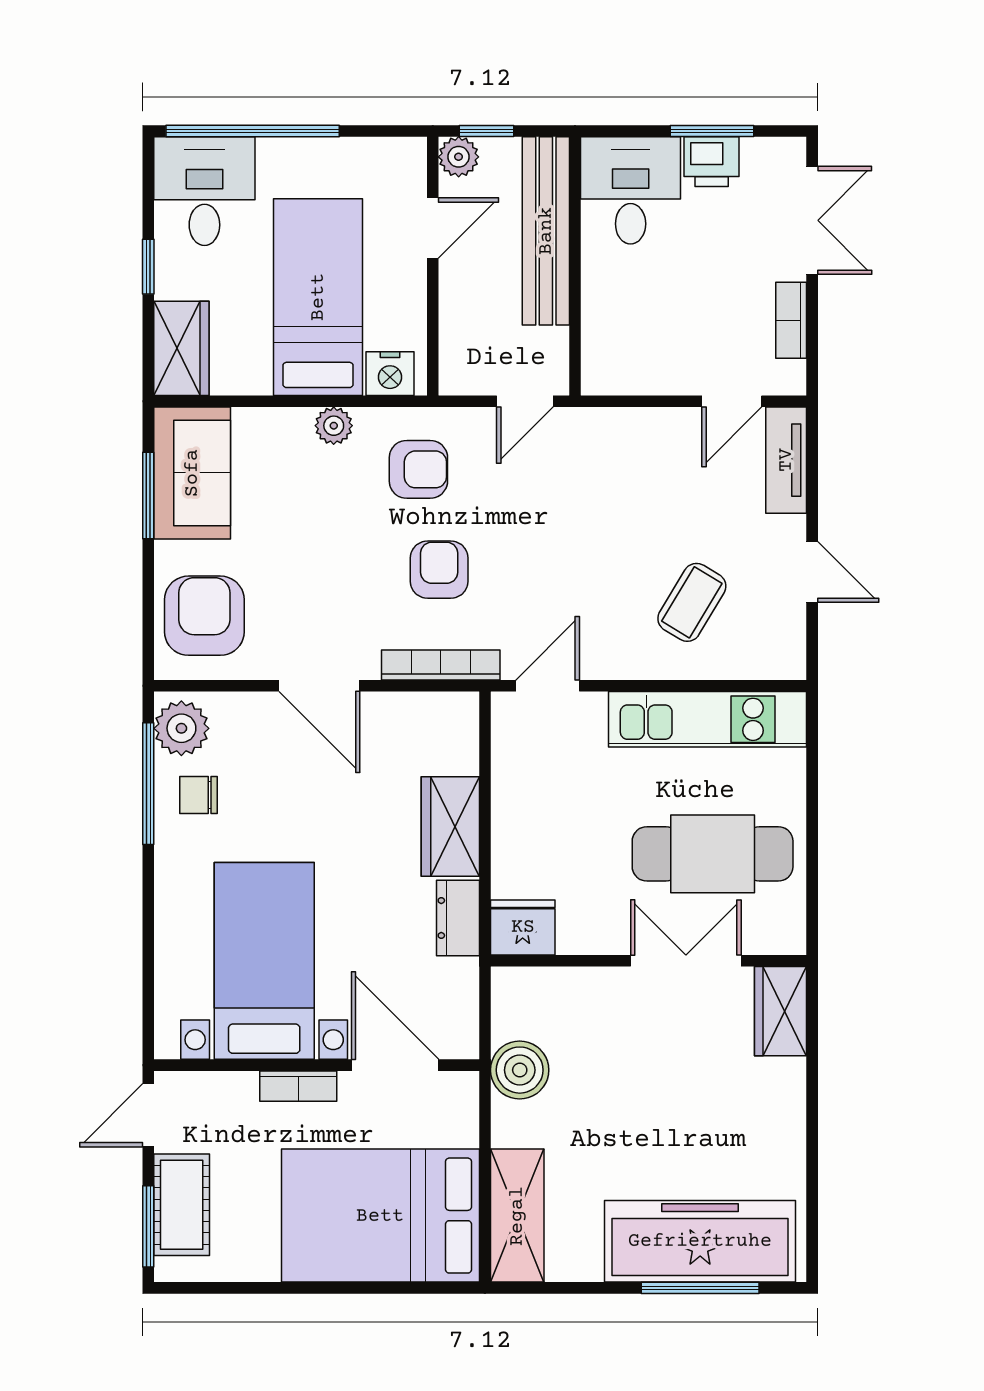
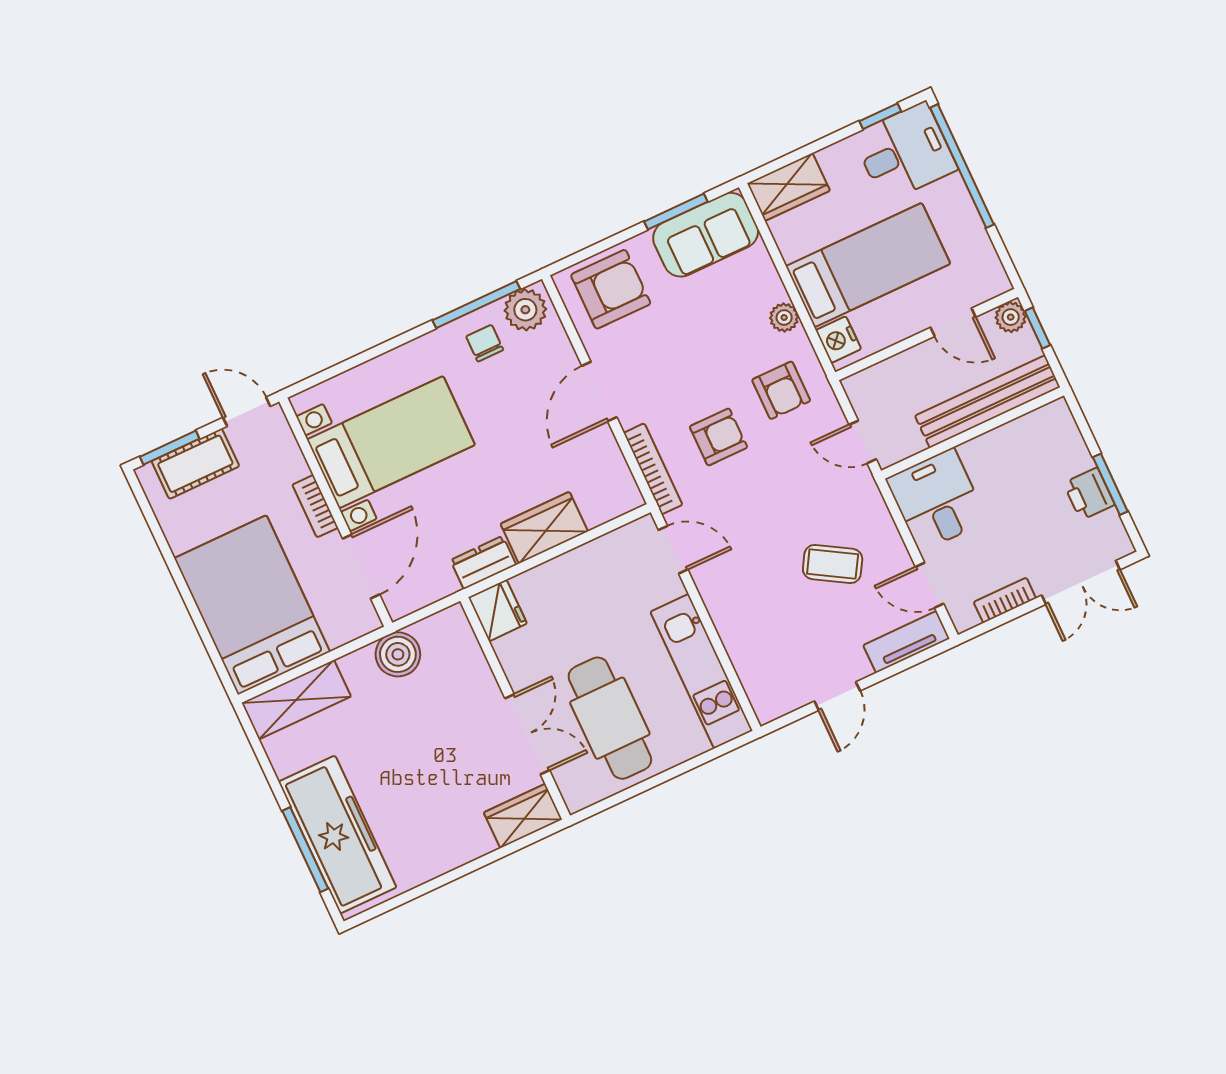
desk: (631, 190) -> (937, 500), moved, turned -90
window: (148, 267) -> (880, 116), moved
coffee table: (692, 602) -> (833, 564), moved

